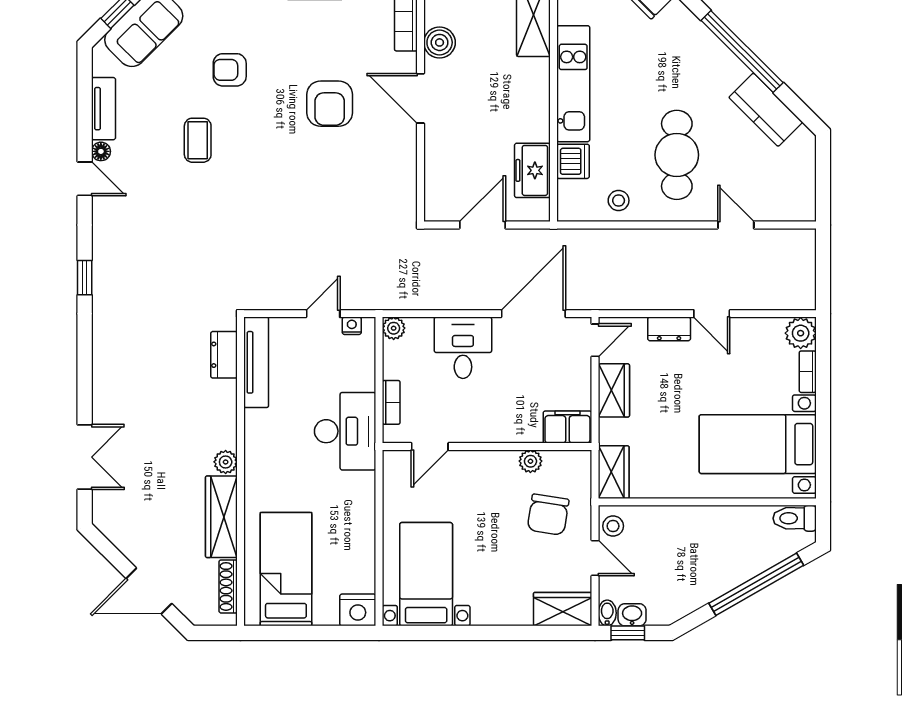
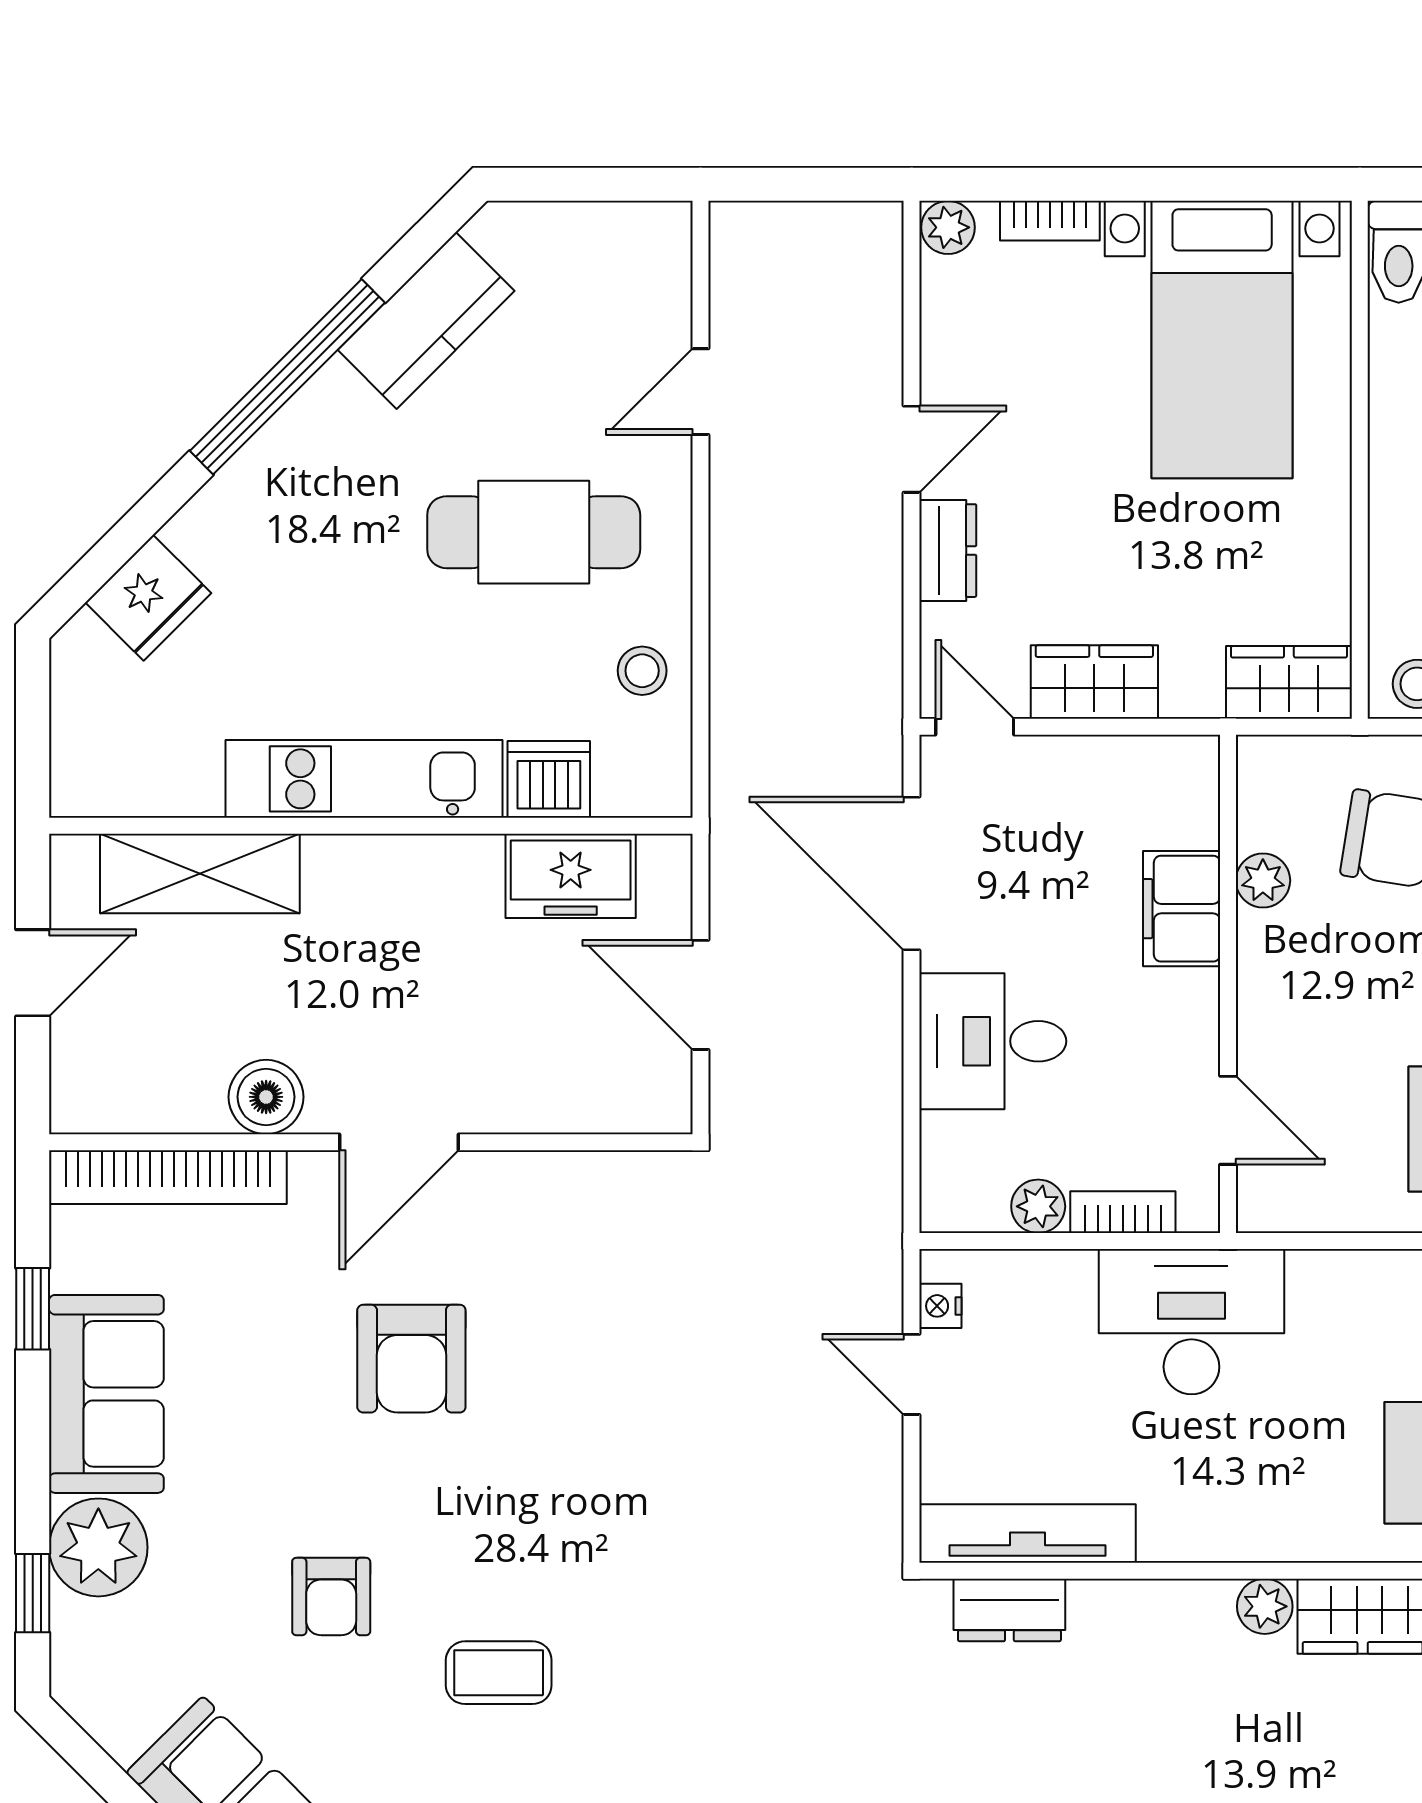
armchair: (330, 104) -> (411, 1359), turned 90
plant: (394, 328) -> (1038, 1206), moved
plant: (801, 333) -> (948, 227), width x0.73, depth x0.73
filing cabinet: (567, 427) -> (1182, 909), moved

